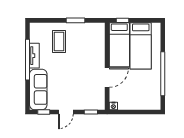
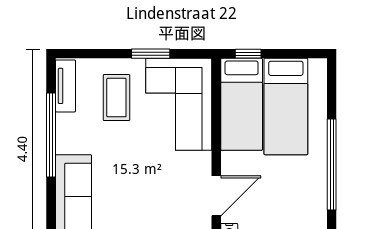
corner sofa: (89, 45) -> (179, 104), added
tv unit: (34, 56) -> (65, 86), moved
door: (107, 78) -> (216, 196), moved

